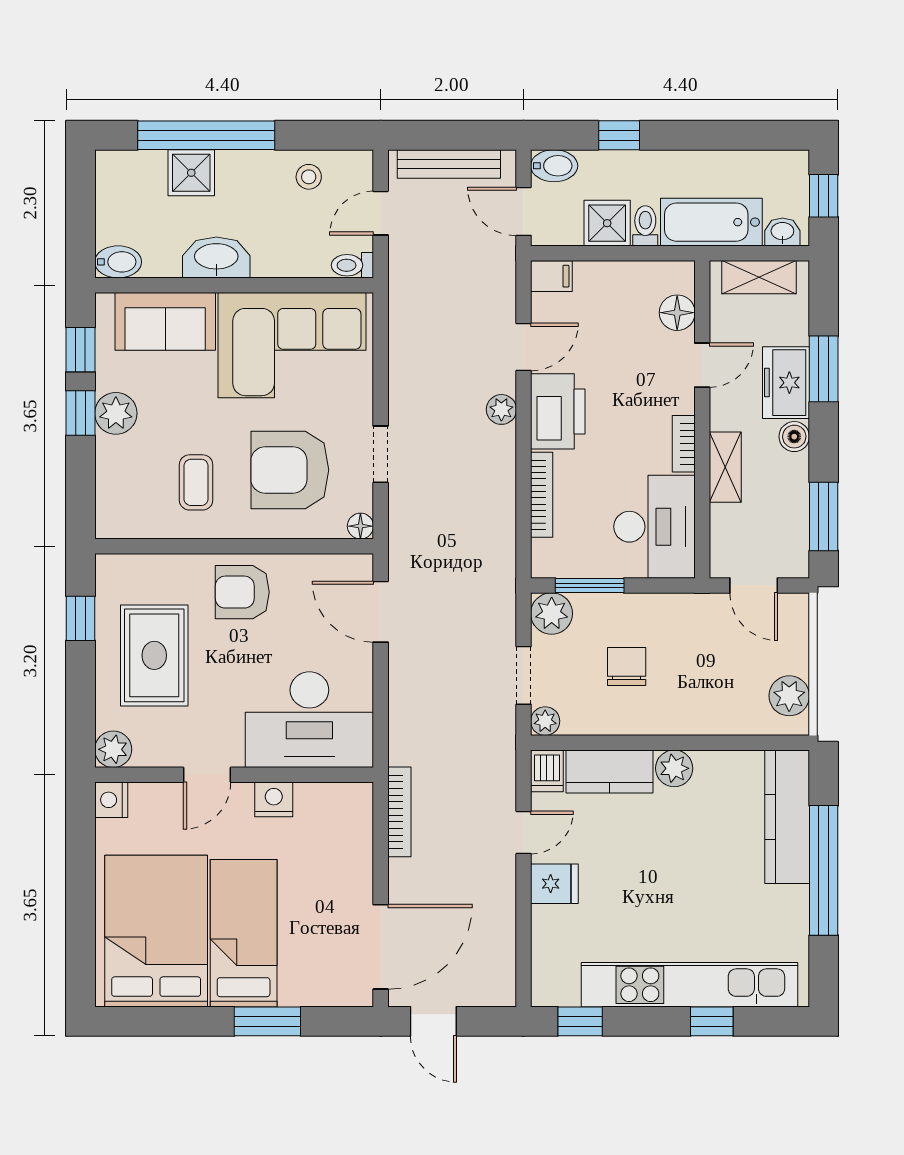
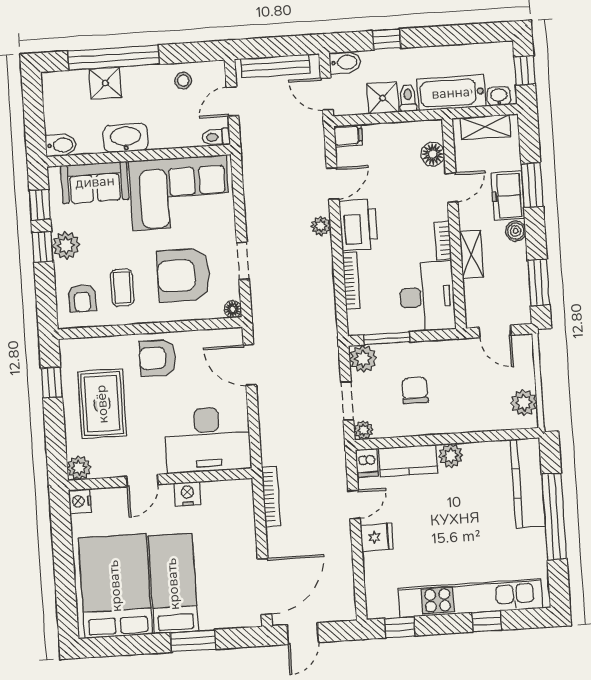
armchair: (135, 494) -> (82, 298), added
door: (433, 1021) -> (303, 634), hinge flipped

